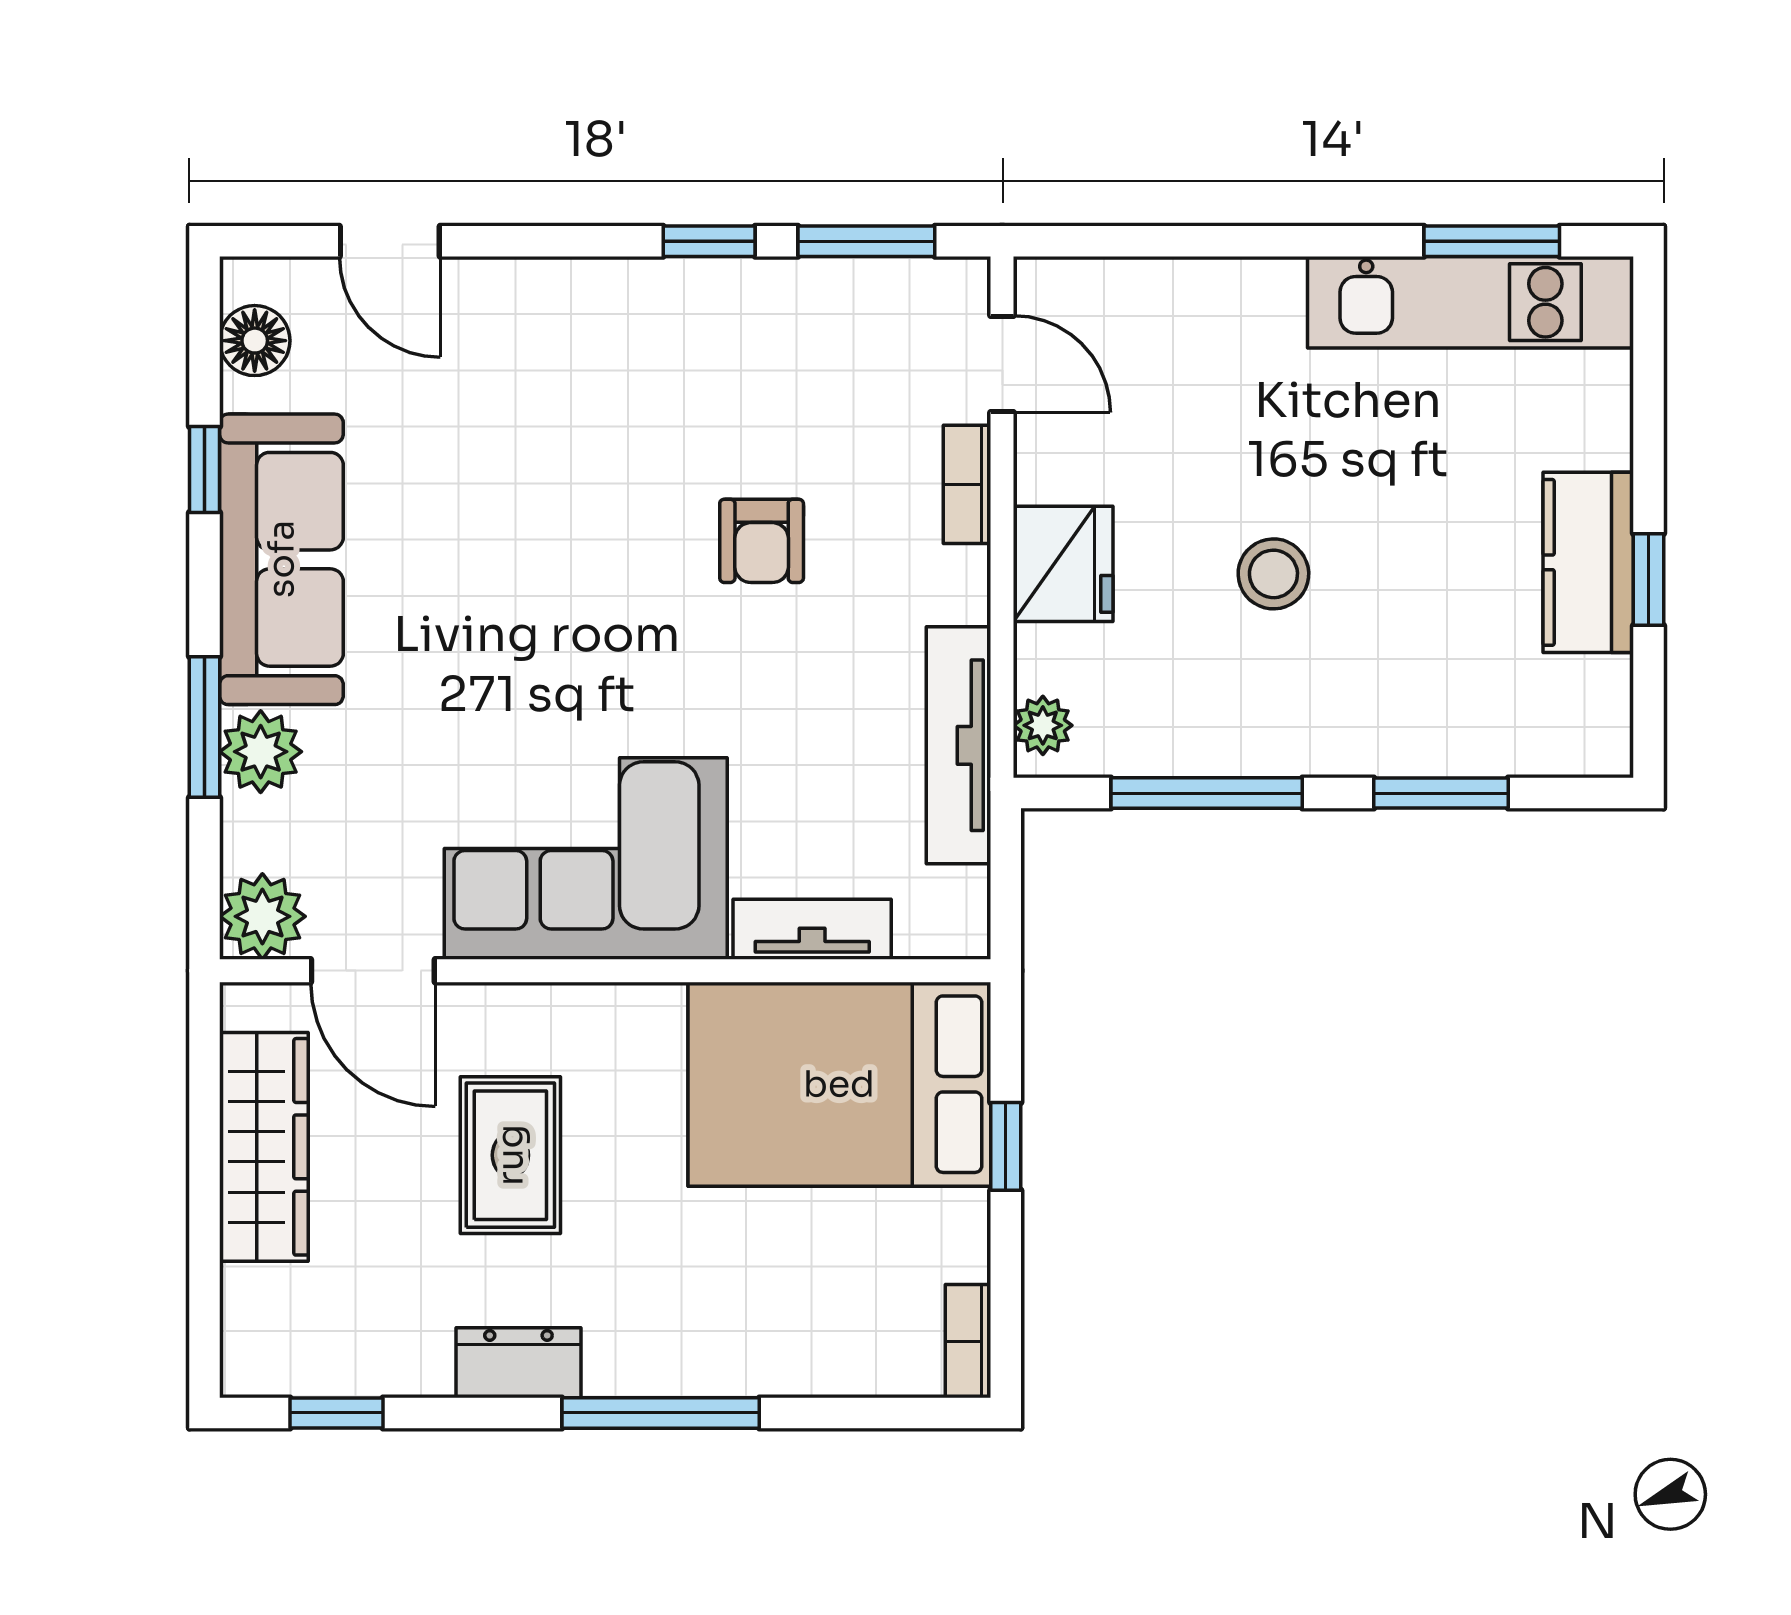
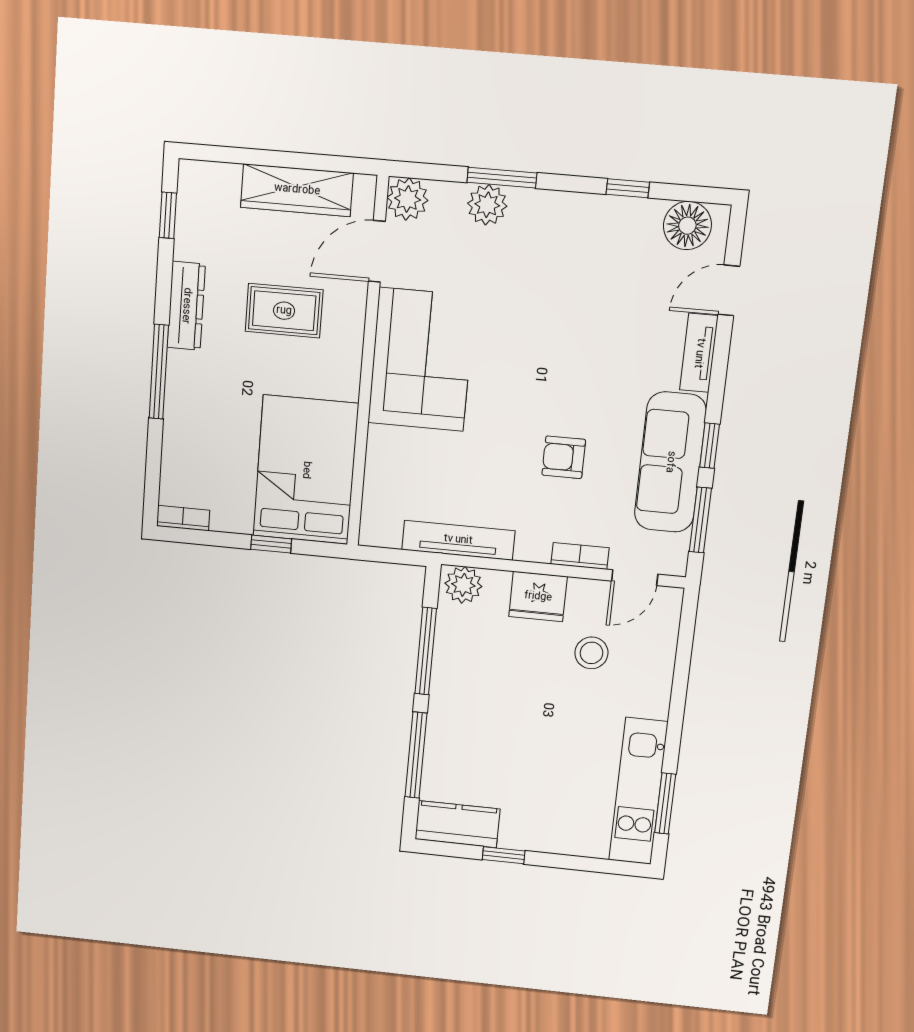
floor lamp: (255, 341) -> (687, 226), width x1.38, depth x1.38
sofa: (281, 559) -> (670, 462), moved, turned 90
kitchen counter: (1588, 562) -> (457, 824), moved
stool: (1273, 574) -> (591, 653), moved
plant: (1043, 725) -> (463, 585), width x1.38, depth x1.38
window: (1441, 793) -> (416, 755), width x1.44
tv unit: (812, 929) -> (699, 353), moved, turned 180
dresser: (518, 1363) -> (186, 306), width x1.44

